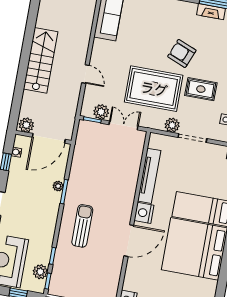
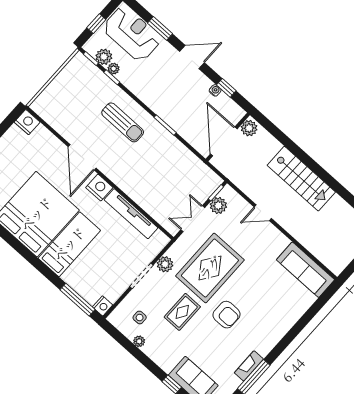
armchair: (182, 53) -> (227, 315), turned 68
double door: (124, 125) -> (193, 219), swing flipped
water cooler: (16, 152) -> (215, 90), moved
plant: (58, 186) -> (114, 69), moved

